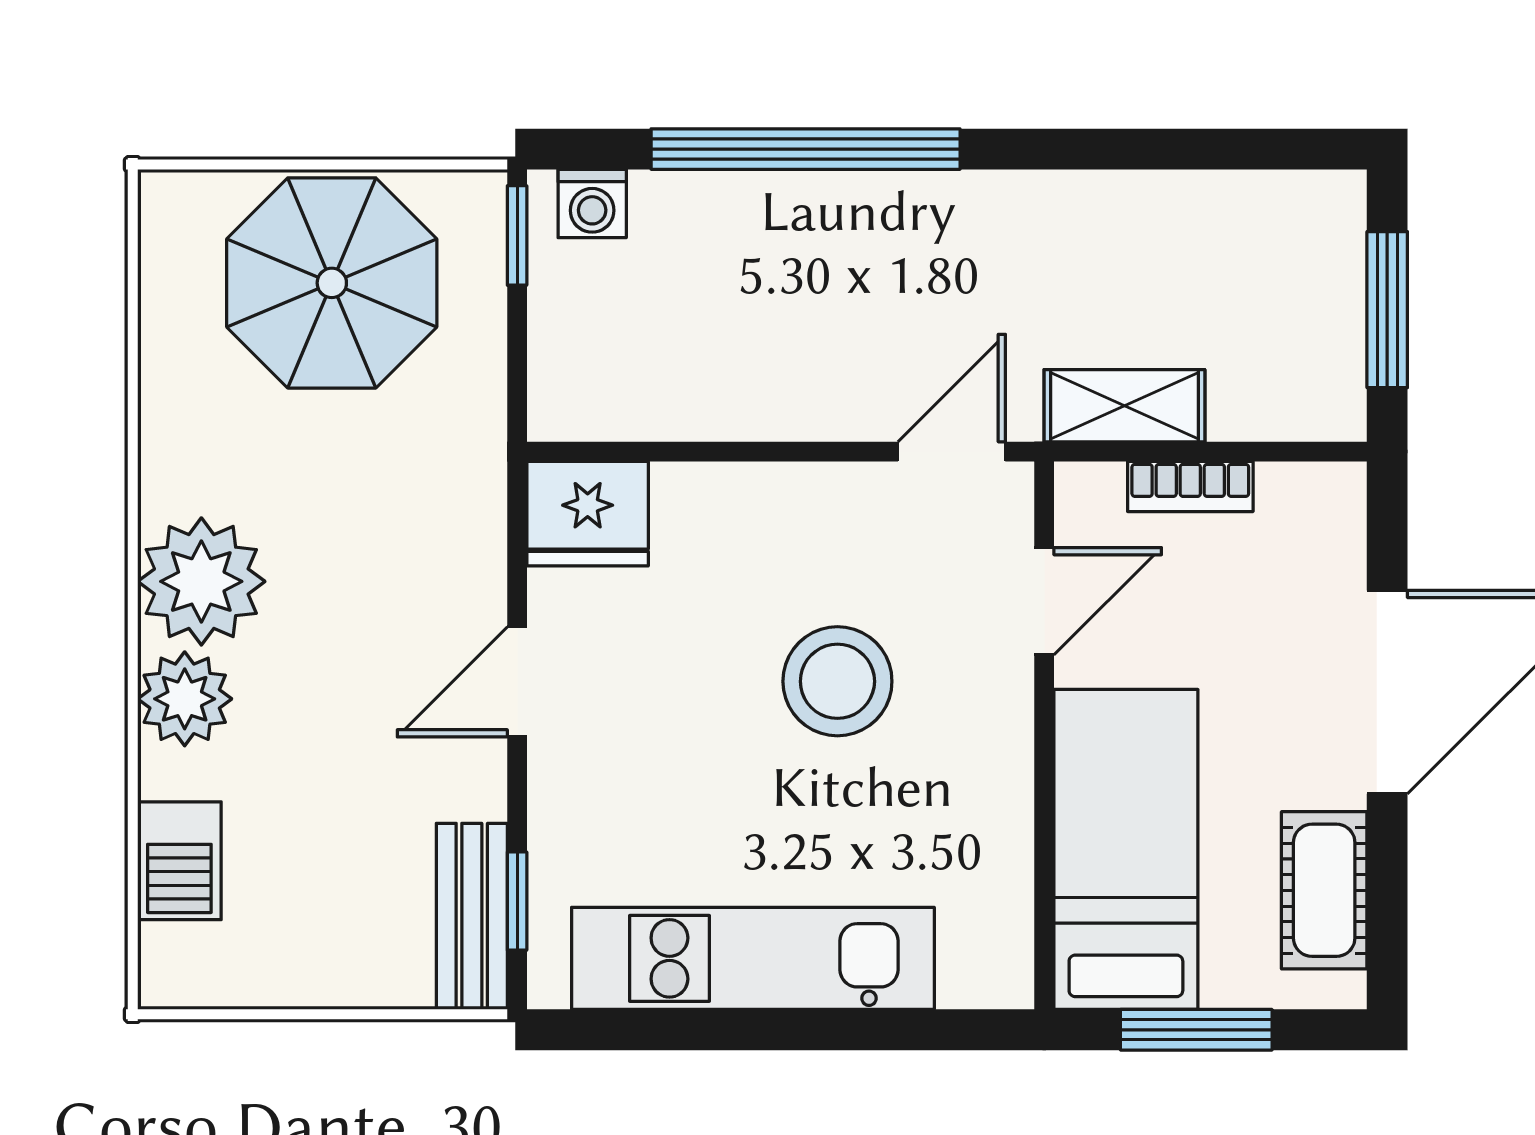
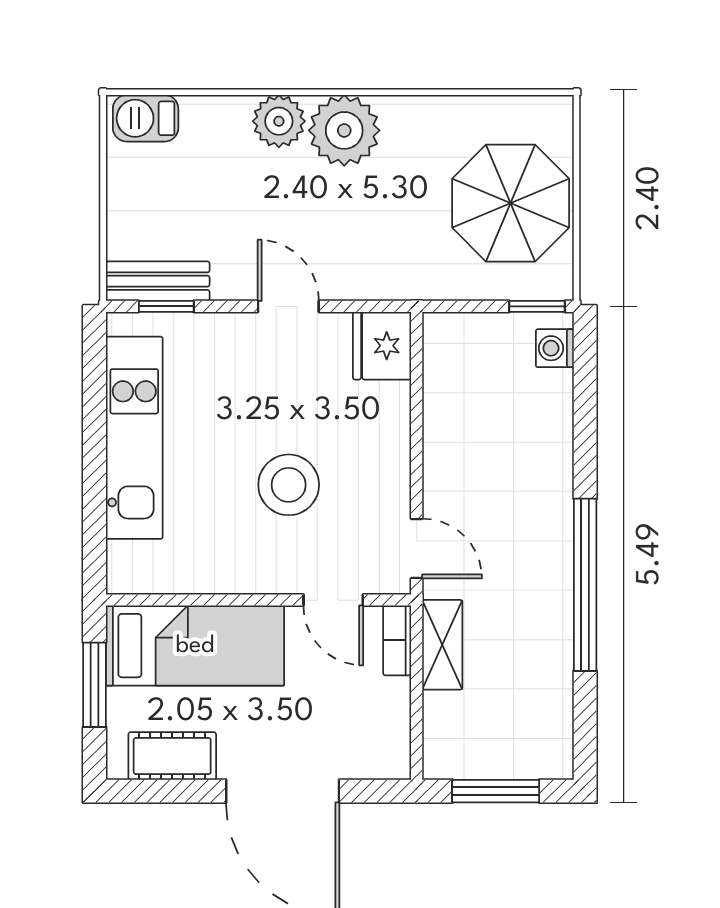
window: (806, 149) -> (585, 585), moved
bookcase: (1190, 486) -> (397, 640), moved
barbecue: (179, 861) -> (146, 118), moved

